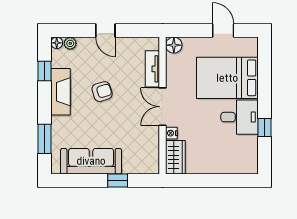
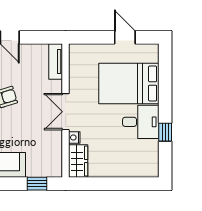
floor lamp: (174, 45) -> (77, 52), removed
tv unit: (152, 69) -> (56, 62), moved
window: (118, 180) -> (37, 184), moved

